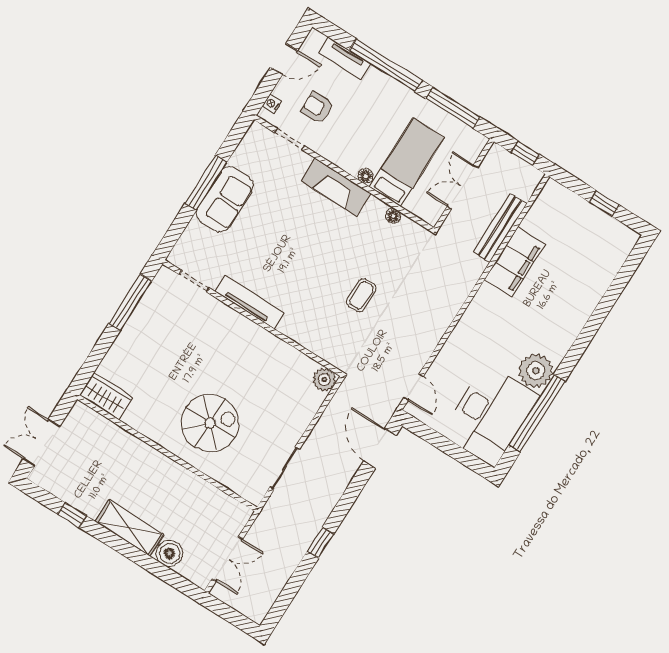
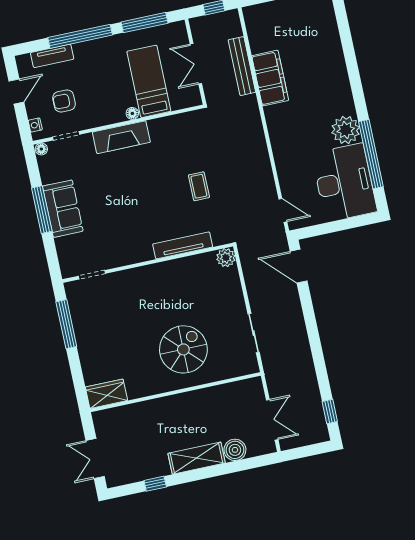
floor lamp: (393, 216) -> (41, 149), moved
tv unit: (249, 302) -> (183, 245), moved
window: (320, 543) -> (330, 412), moved

